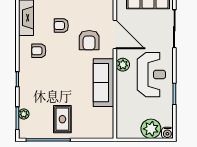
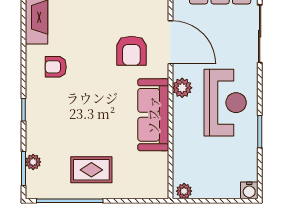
armchair: (61, 26) -> (90, 29), removed
rug: (62, 119) -> (91, 170), turned 90
plant: (151, 129) -> (184, 191), moved, width x0.53, depth x0.53

